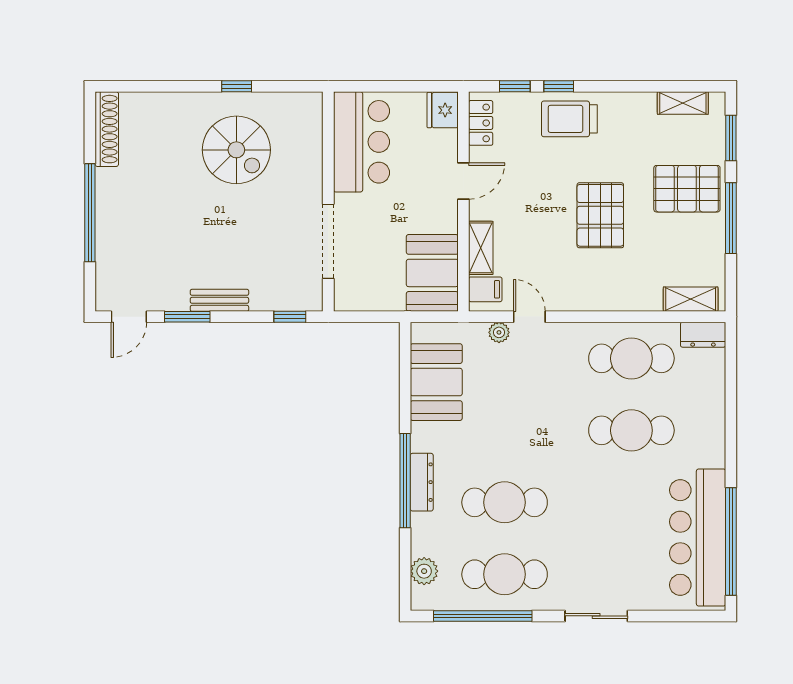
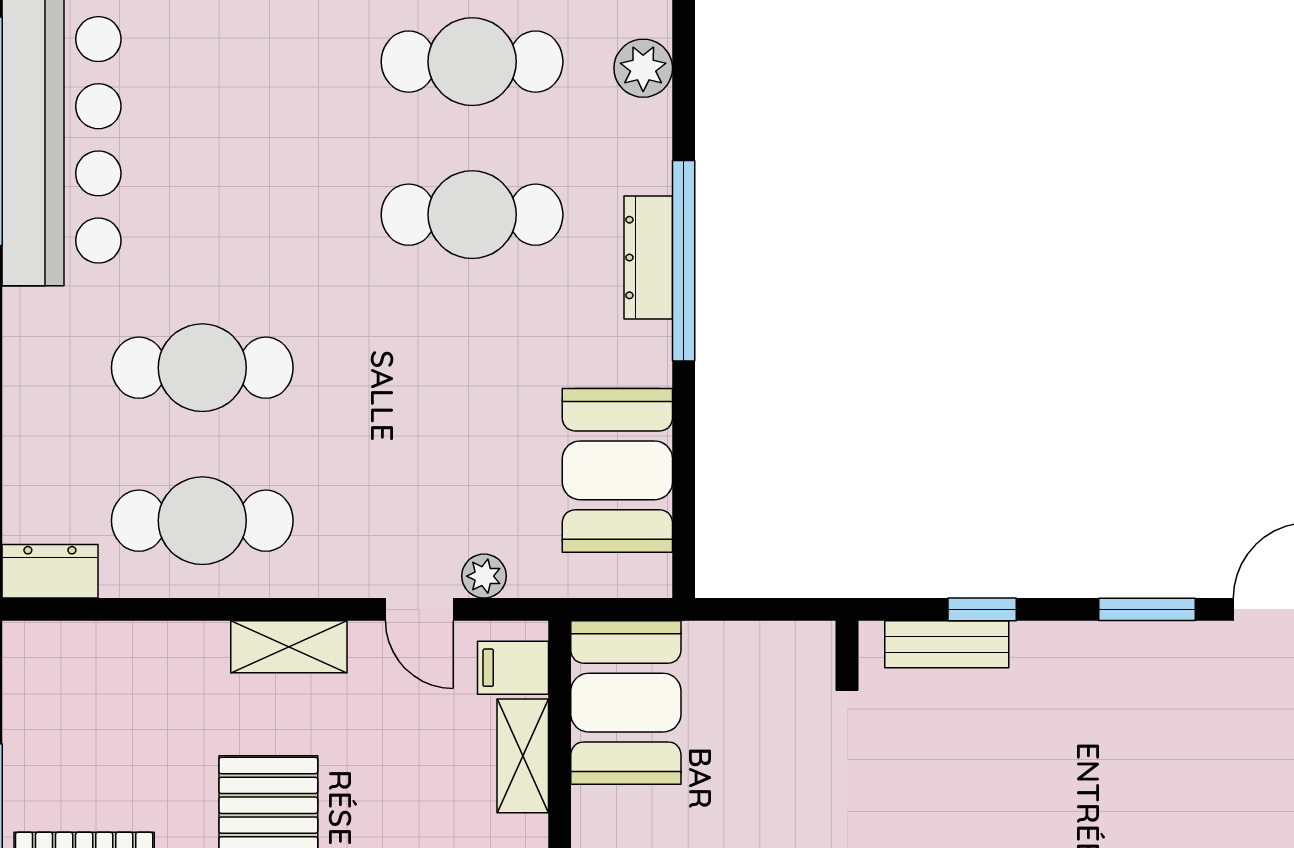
shelving: (691, 299) -> (289, 647), moved
bench: (219, 300) -> (947, 644), moved
window: (290, 317) -> (982, 609), moved

